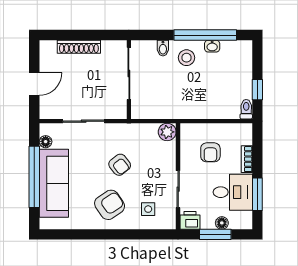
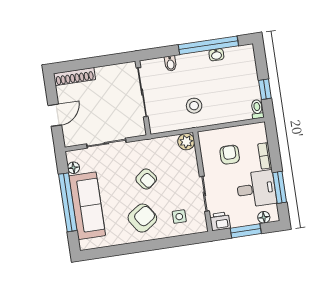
shoe rack: (79, 47) -> (75, 77), moved
stool: (187, 58) -> (194, 106), moved
armchair: (210, 152) -> (230, 155), turned 180
floor lamp: (222, 223) -> (264, 217), moved

